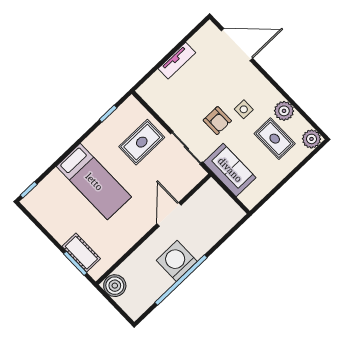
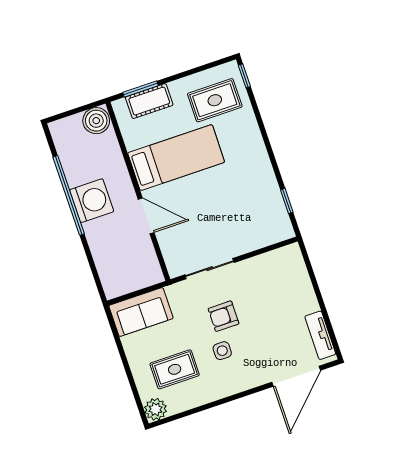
tv unit: (177, 61) -> (320, 335), moved
plant: (284, 111) -> (200, 394), removed
rug: (142, 142) -> (215, 100), moved, turned 90
sofa: (230, 170) -> (141, 312), moved
bed: (94, 182) -> (176, 158), moved, turned 180

